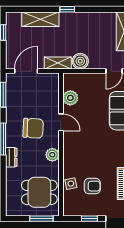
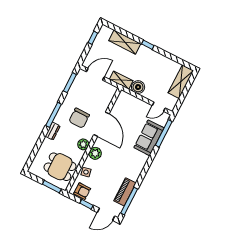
plant: (70, 98) -> (95, 153), moved
door: (61, 122) -> (101, 124), width x1.87
chair: (33, 128) -> (79, 118), turned 87
armchair: (92, 186) -> (82, 191), moved

